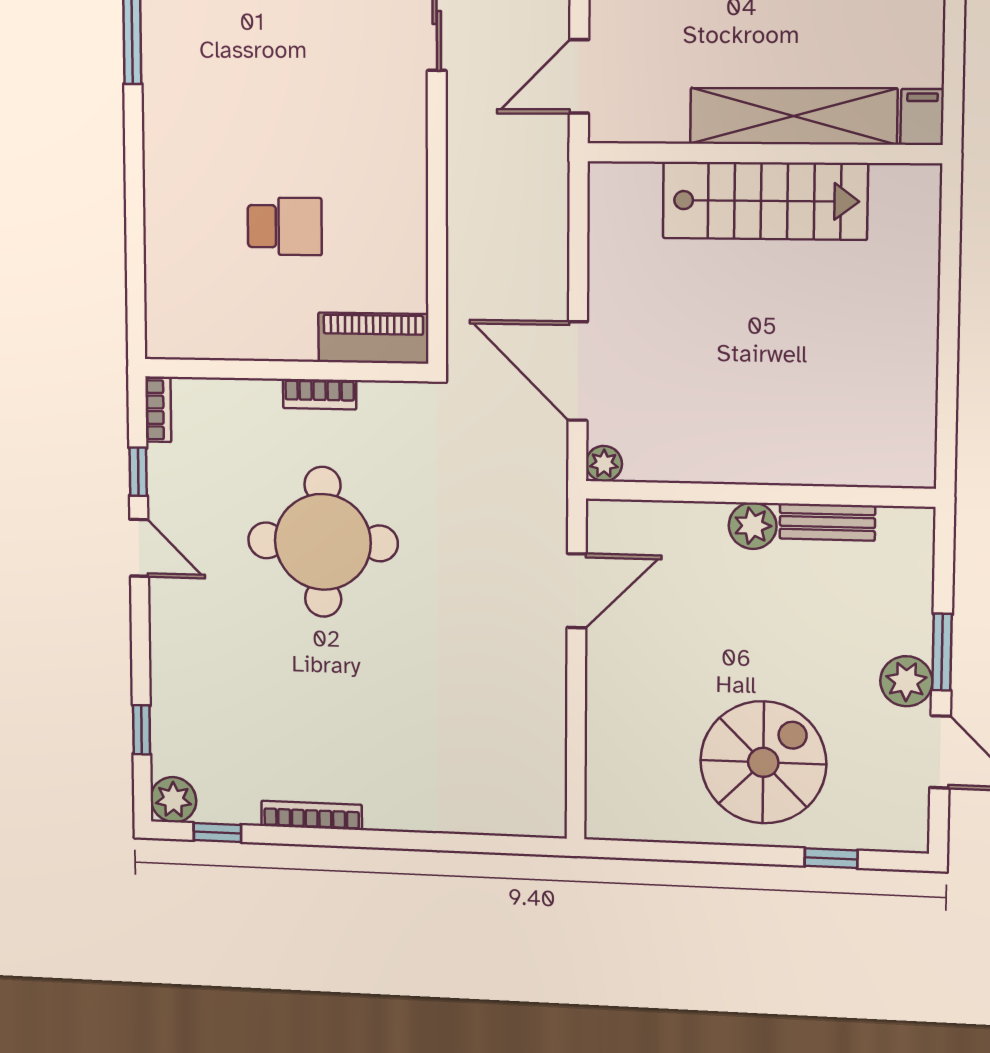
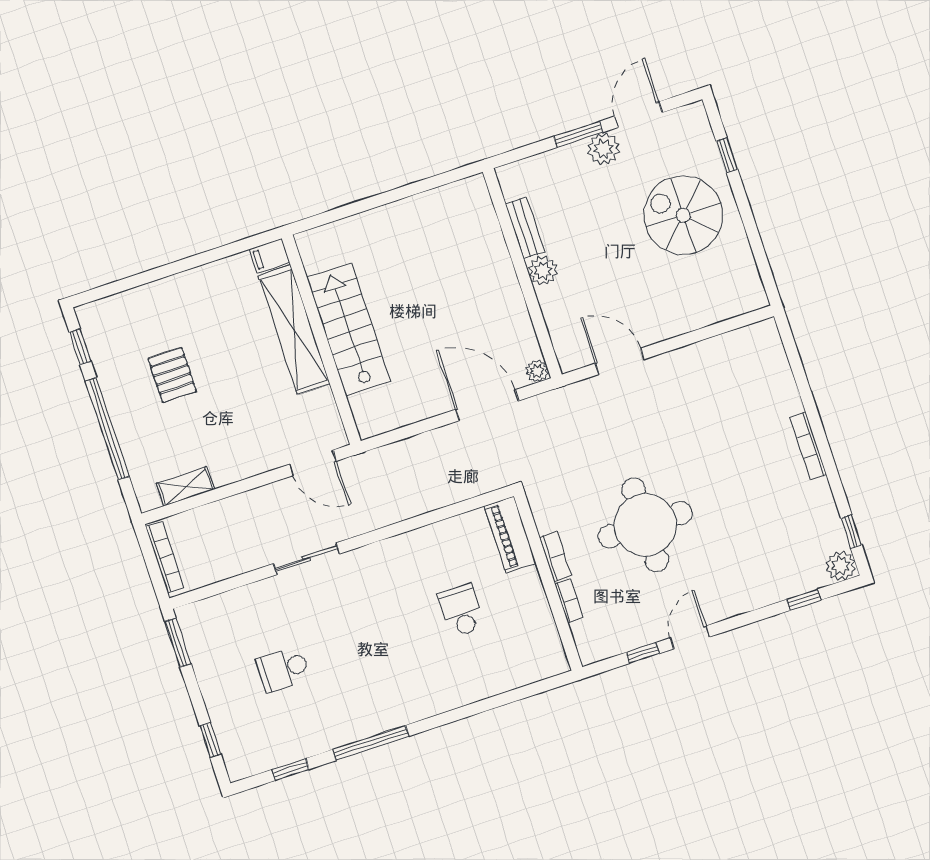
door: (578, 371) -> (487, 405), swing flipped
bookcase: (158, 410) -> (569, 601), moved, turned 90
bookcase: (312, 815) -> (808, 446), moved

